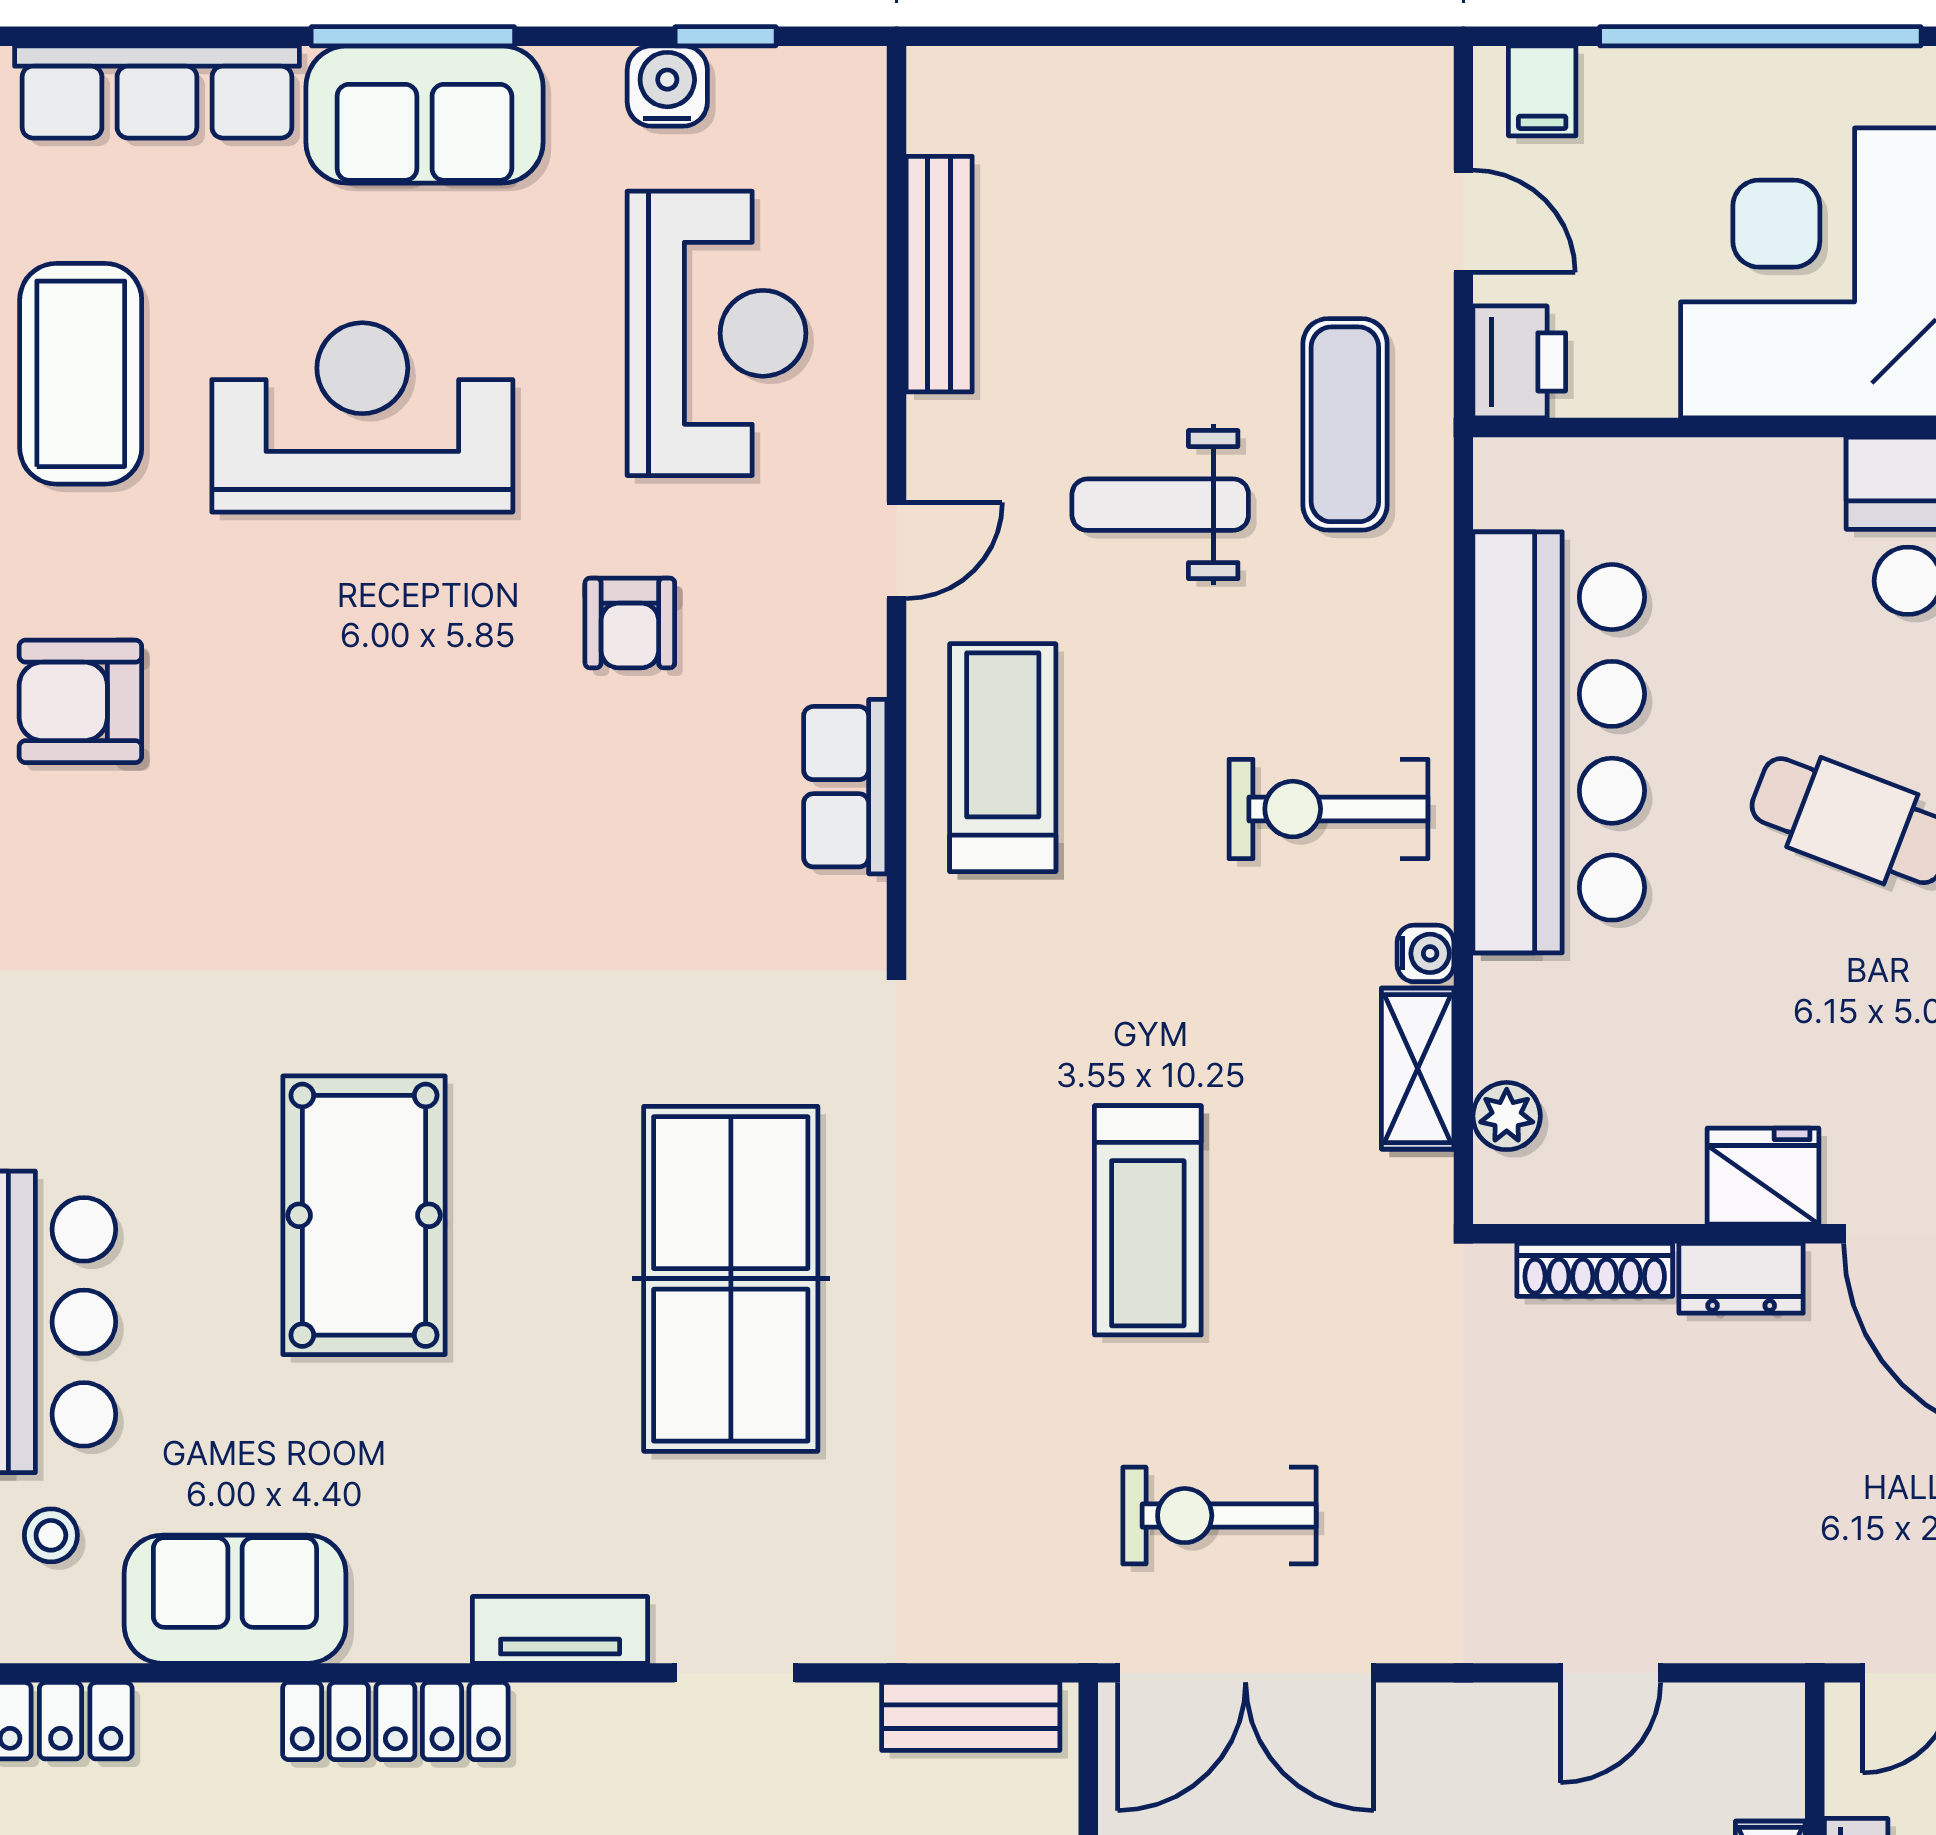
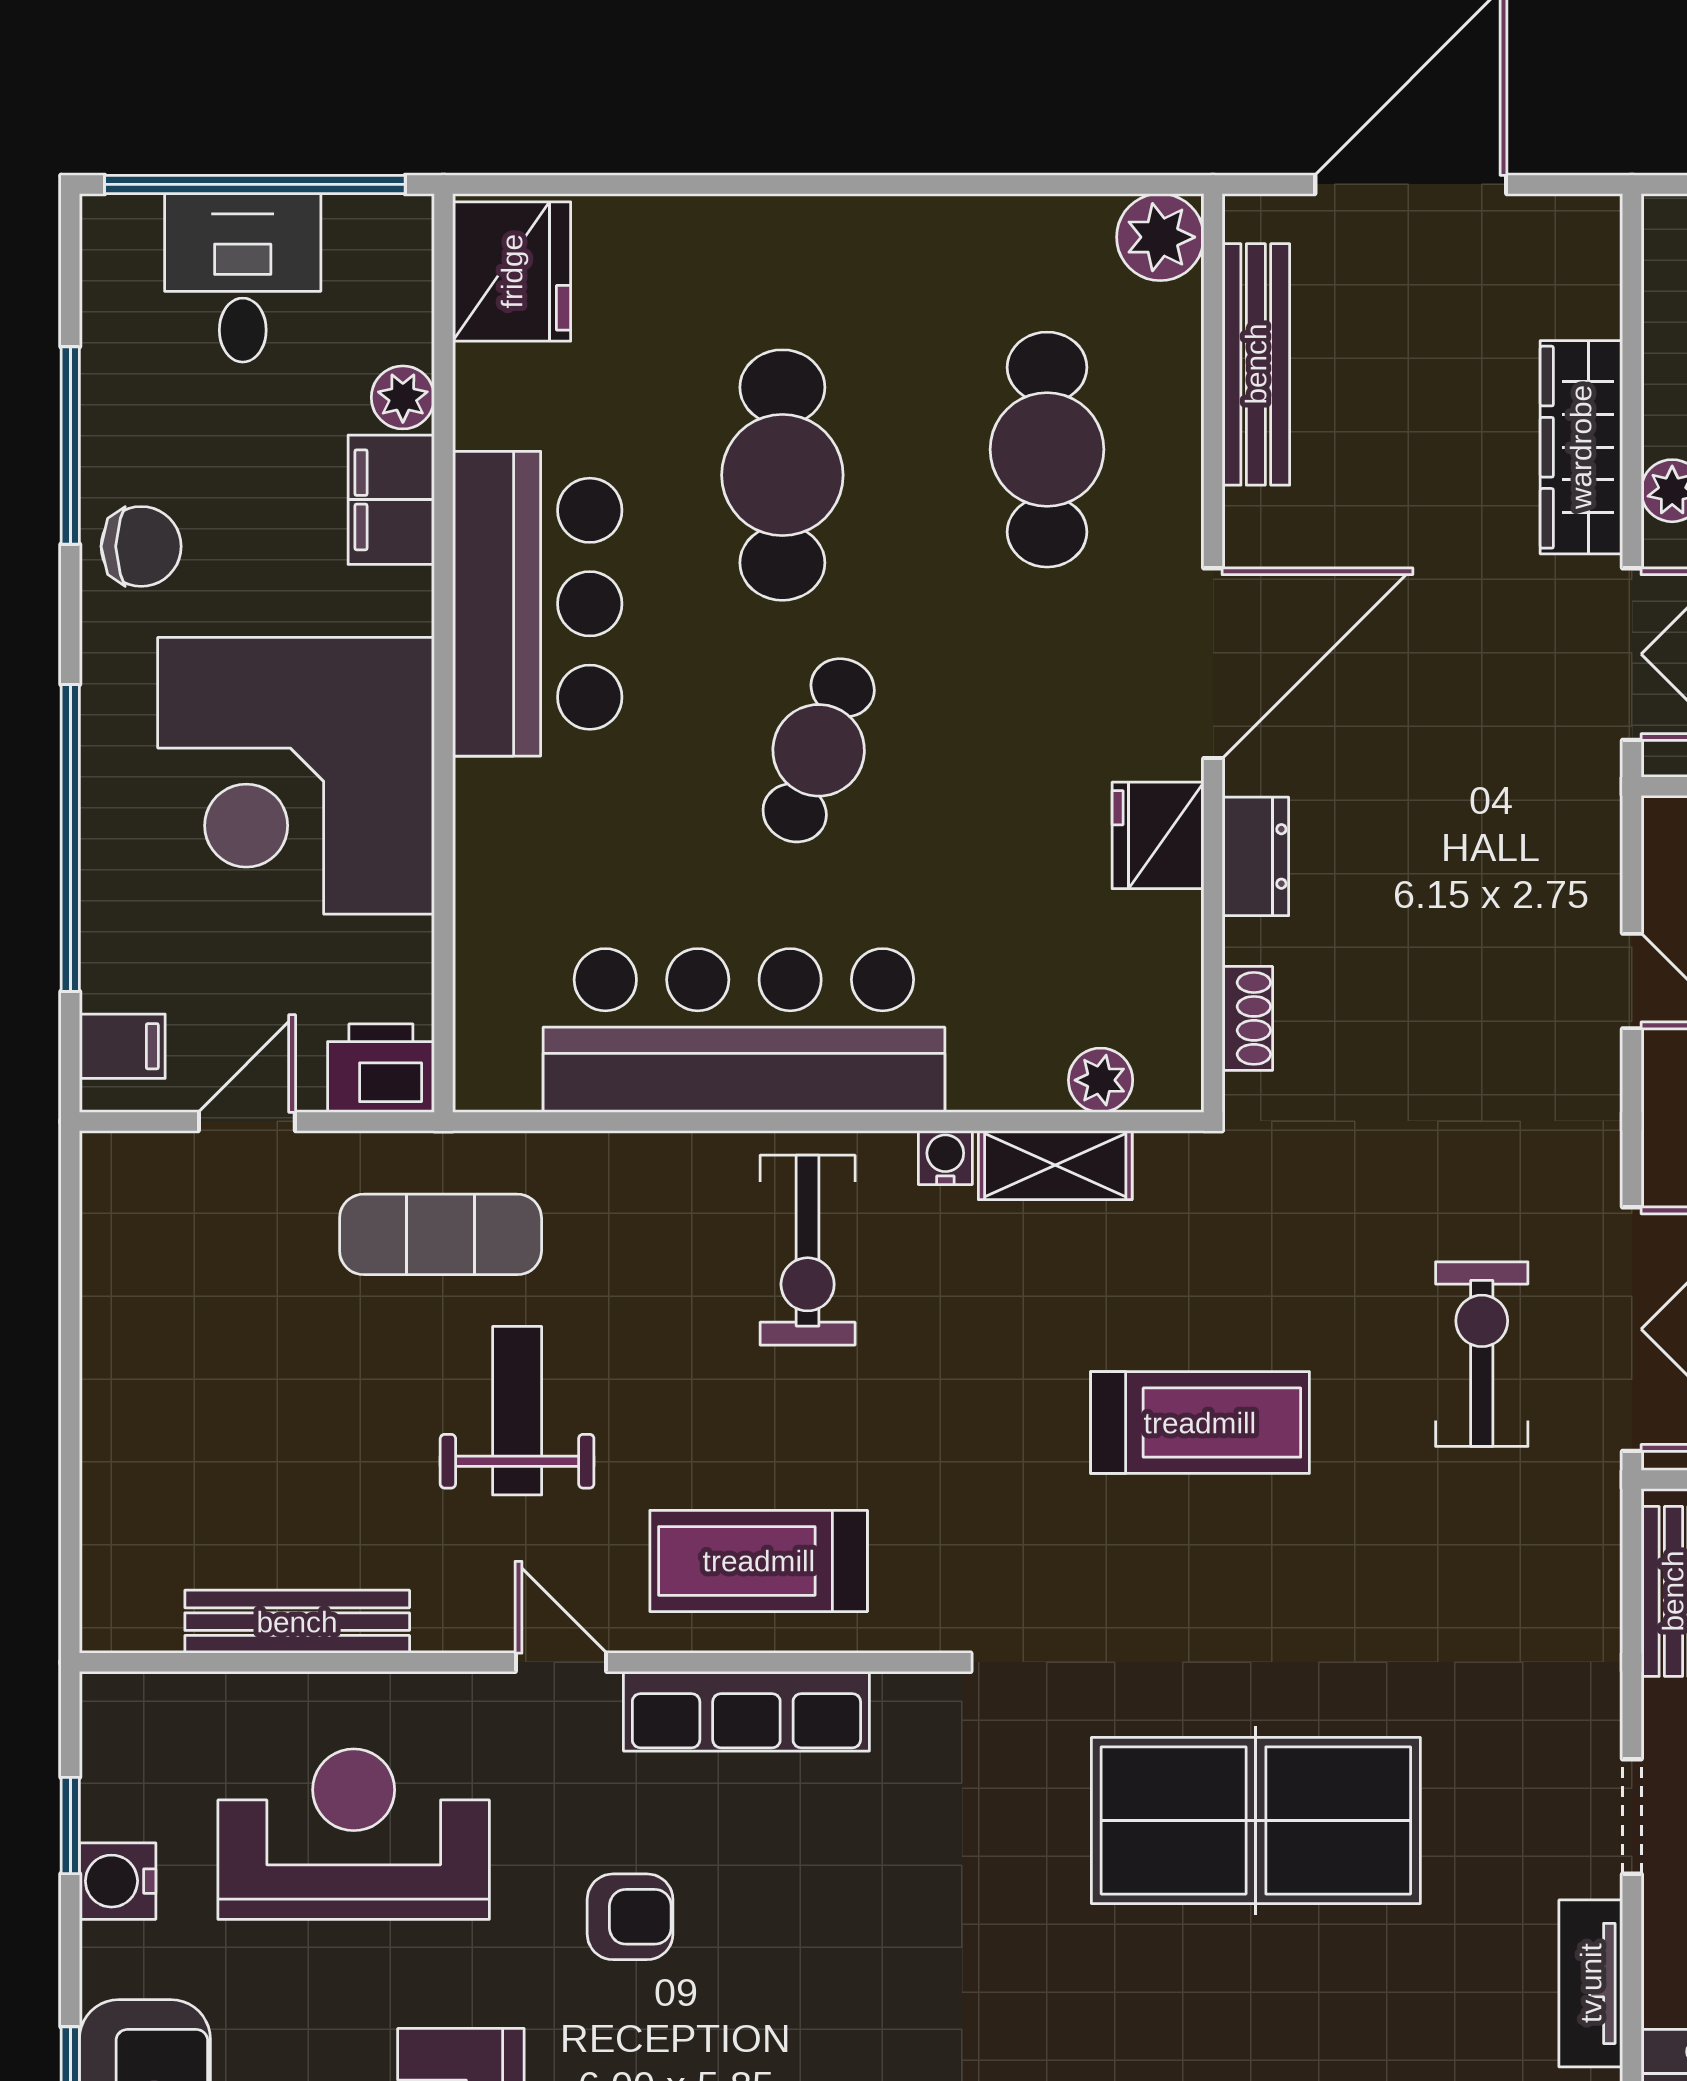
weight bench: (1160, 505) -> (517, 1411), turned 180
row of seats: (845, 787) -> (746, 1711), width x1.48
shoe rack: (1595, 1270) -> (1247, 1018), width x0.70
exercise bike: (1220, 1516) -> (1482, 1354), turned 180

